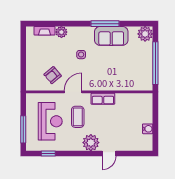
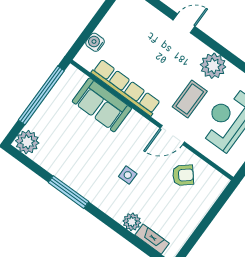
sofa: (111, 36) -> (102, 105), moved, turned 180
row of seats: (103, 99) -> (126, 88), width x2.02
water cooler: (148, 129) -> (95, 42), moved
plant: (91, 143) -> (213, 66), moved

